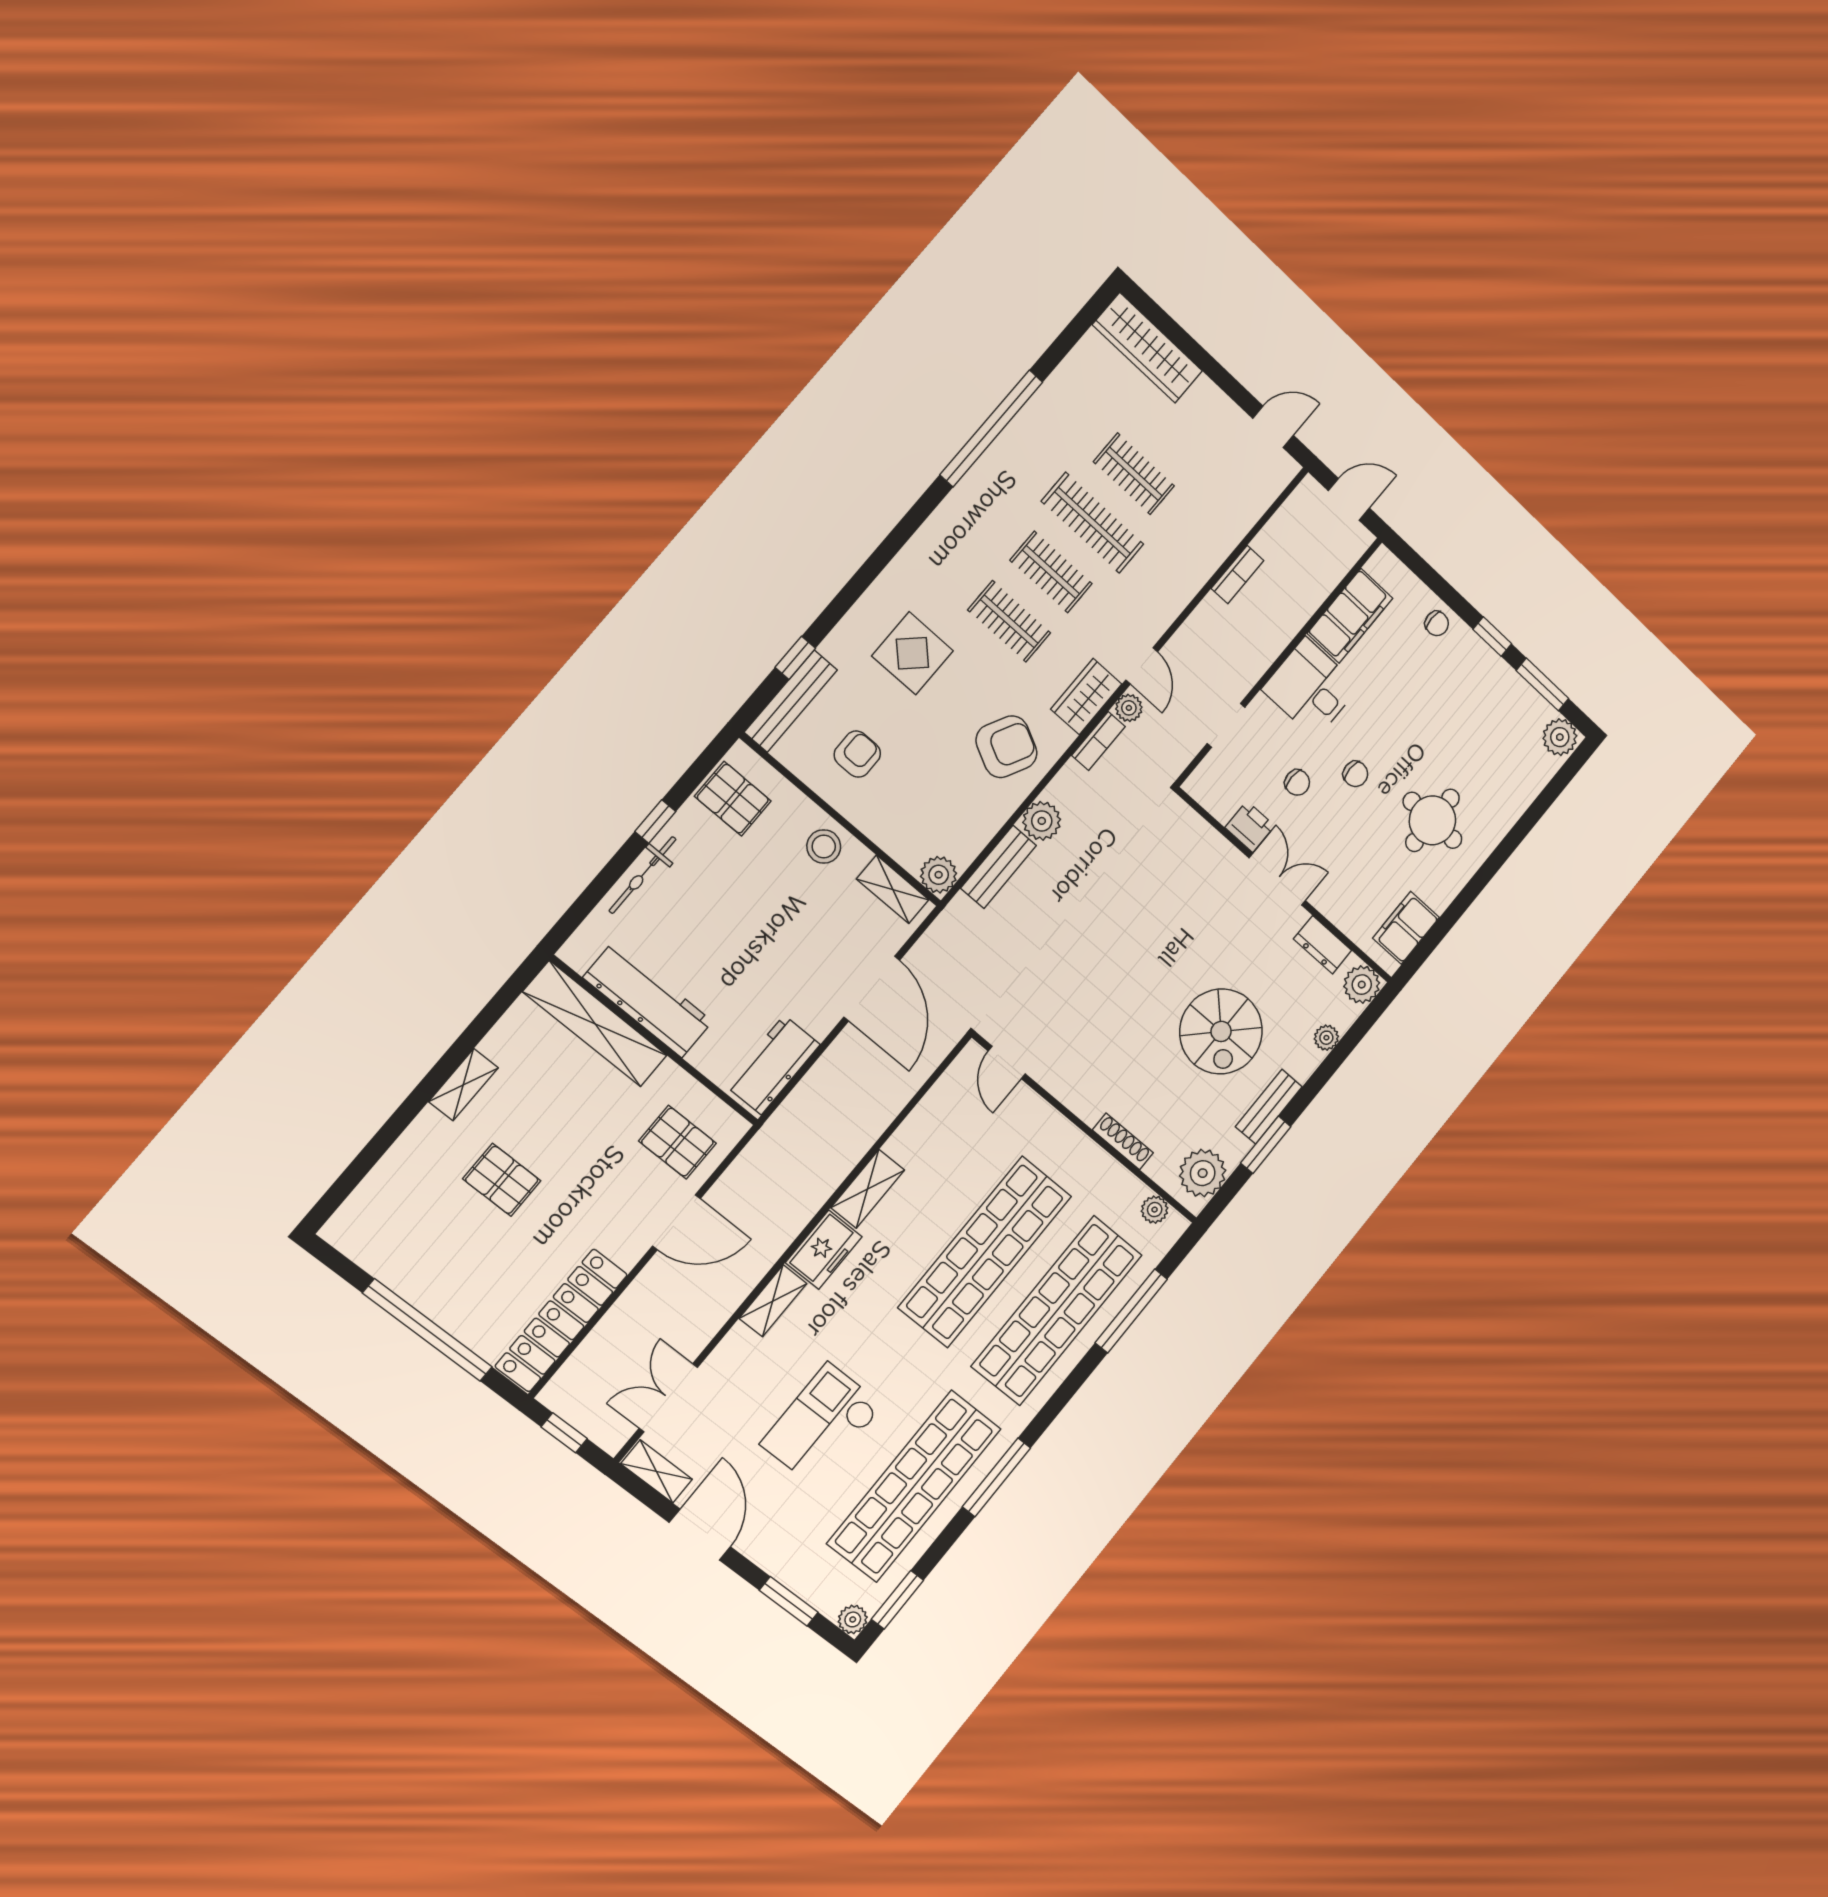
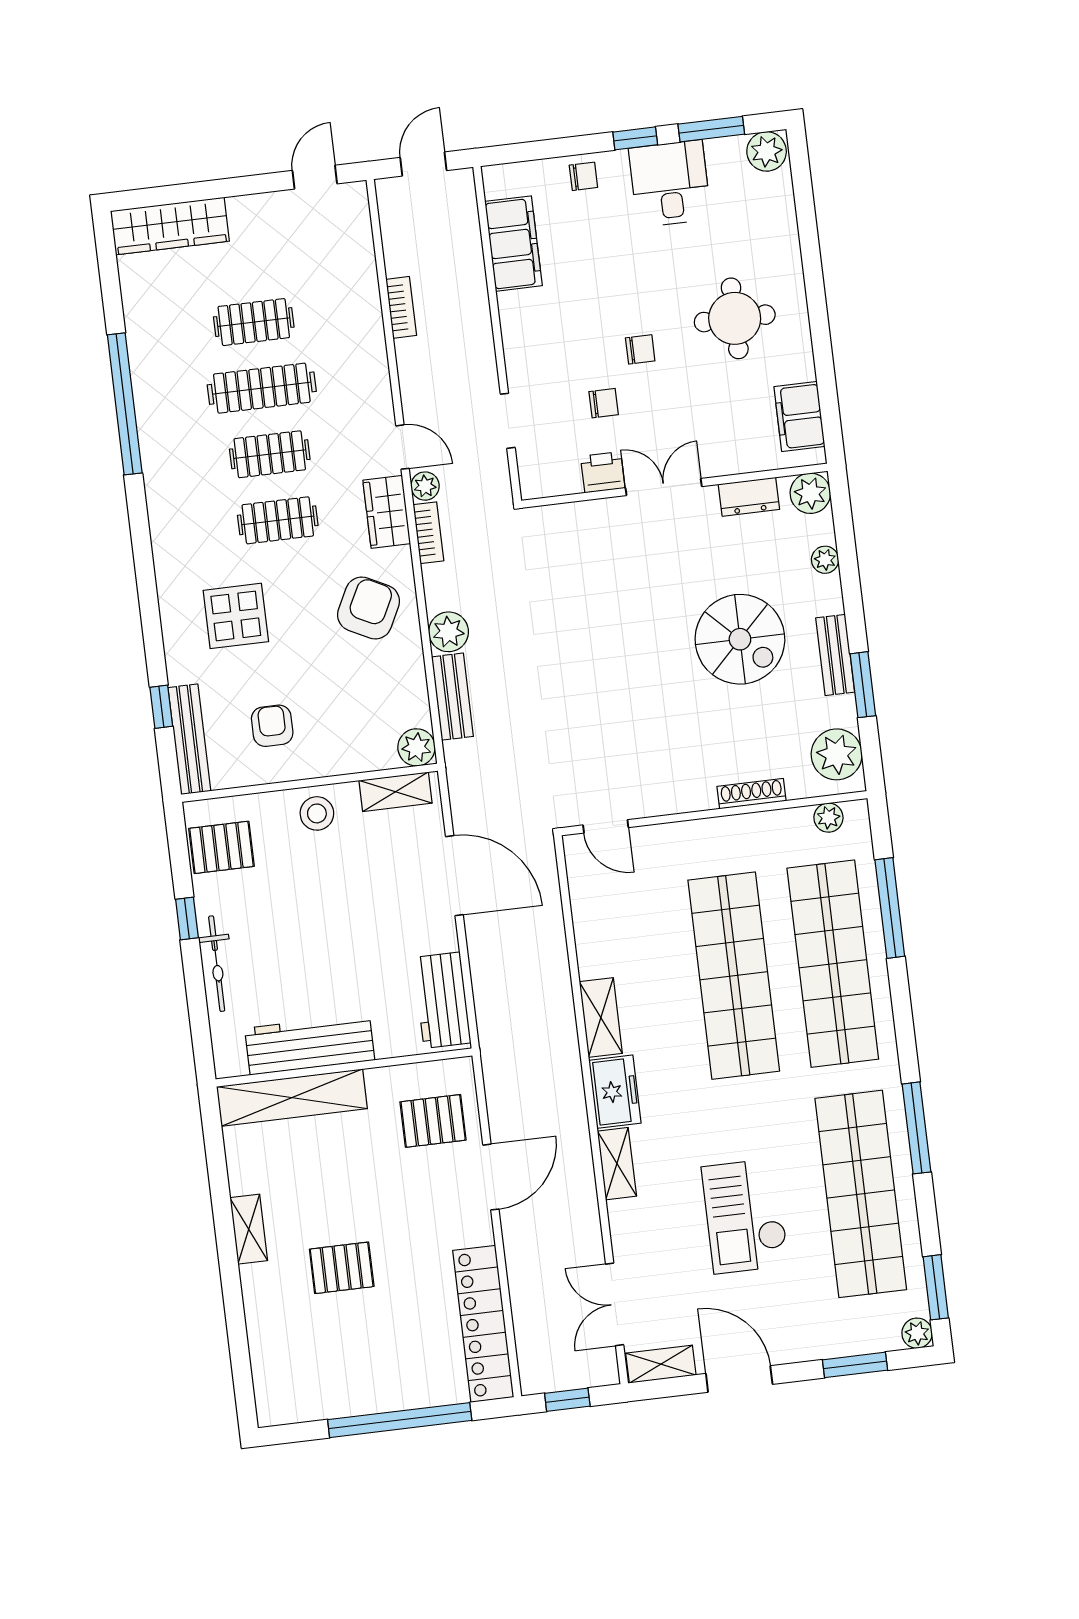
desk: (1310, 688) -> (670, 184), moved, turned 90

